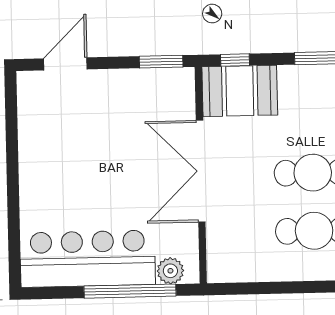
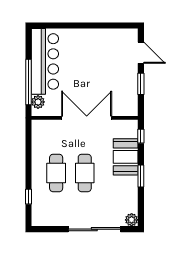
window: (161, 62) -> (141, 84), moved
booth: (240, 91) -> (126, 157), moved

